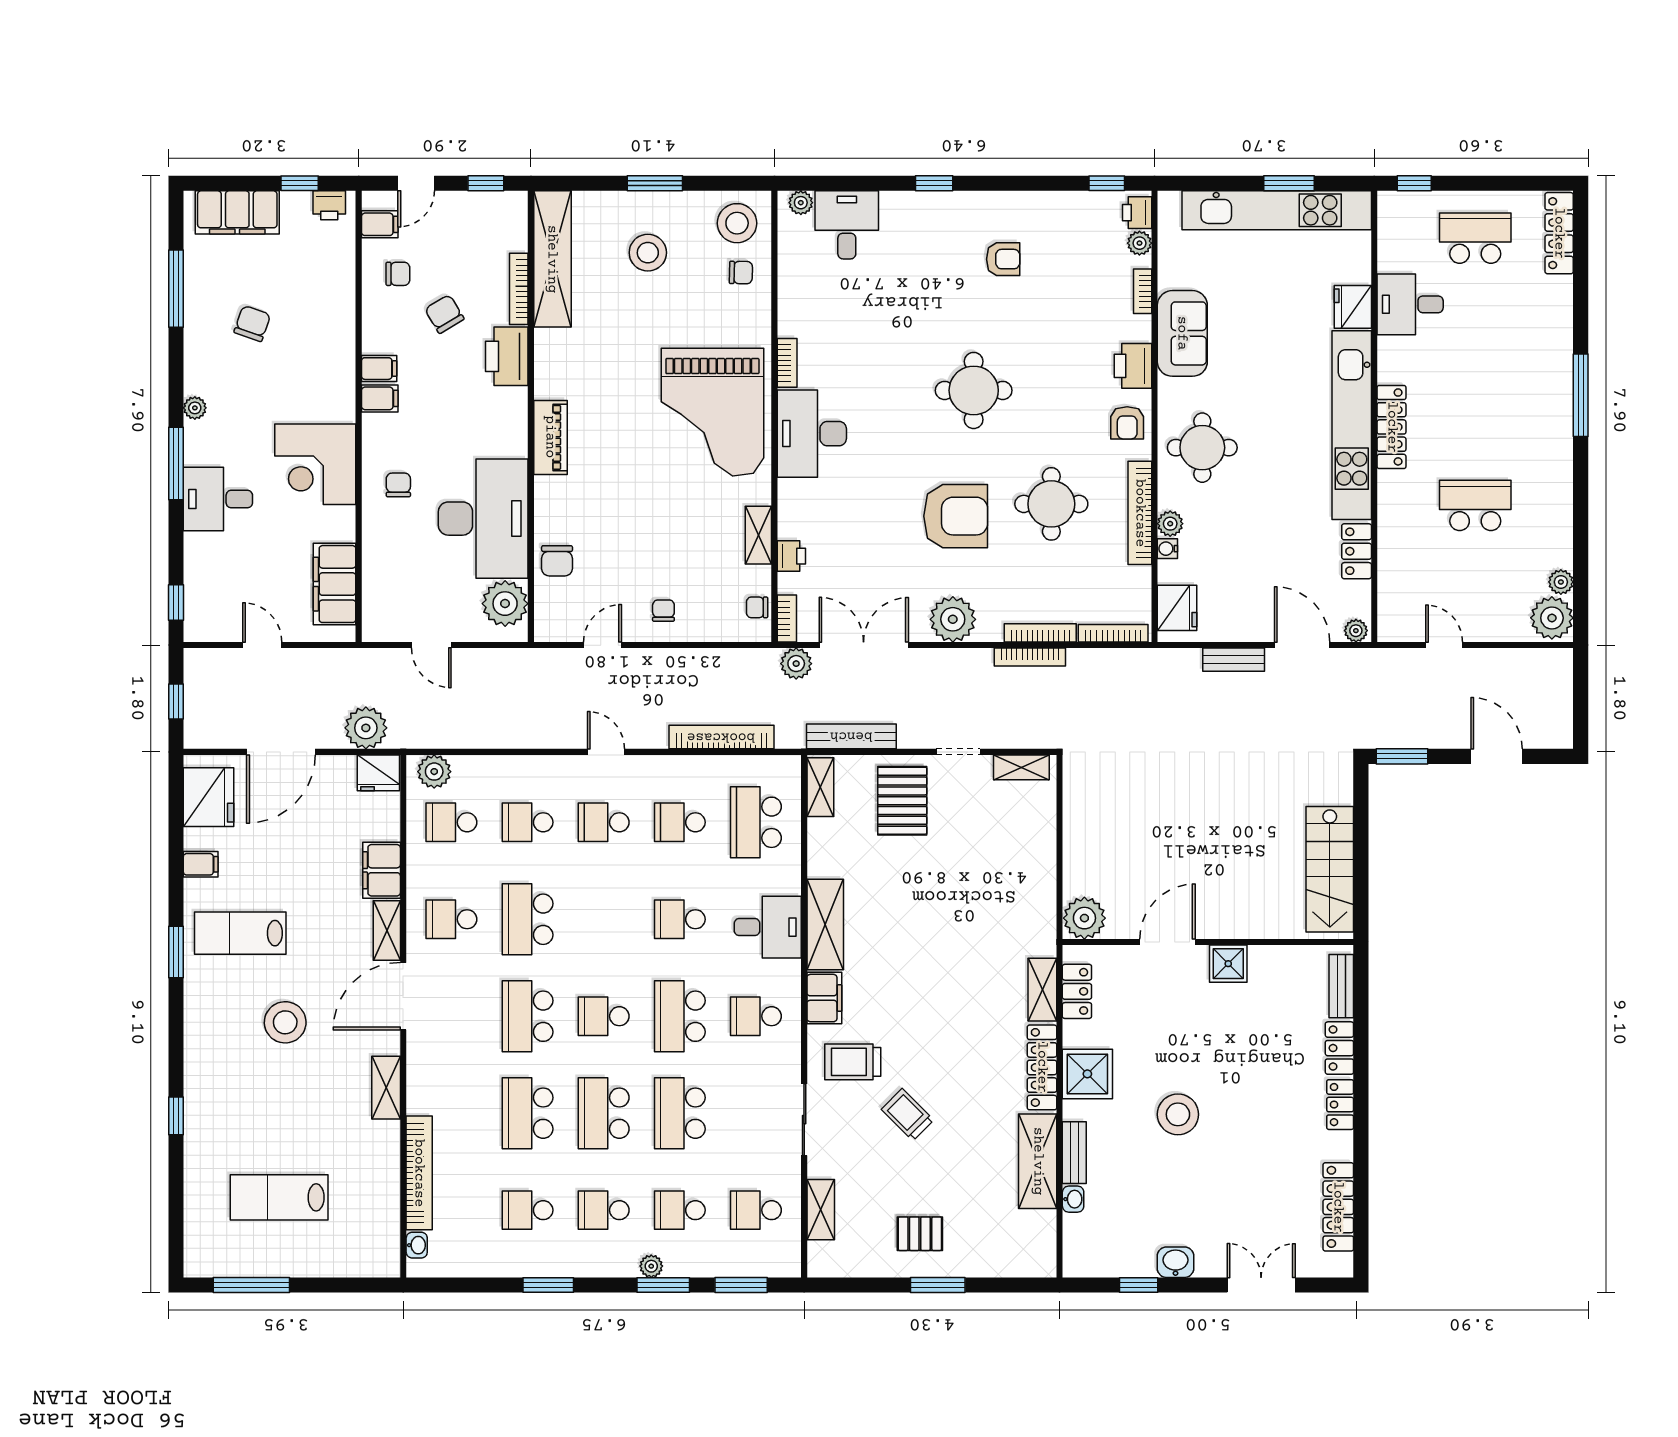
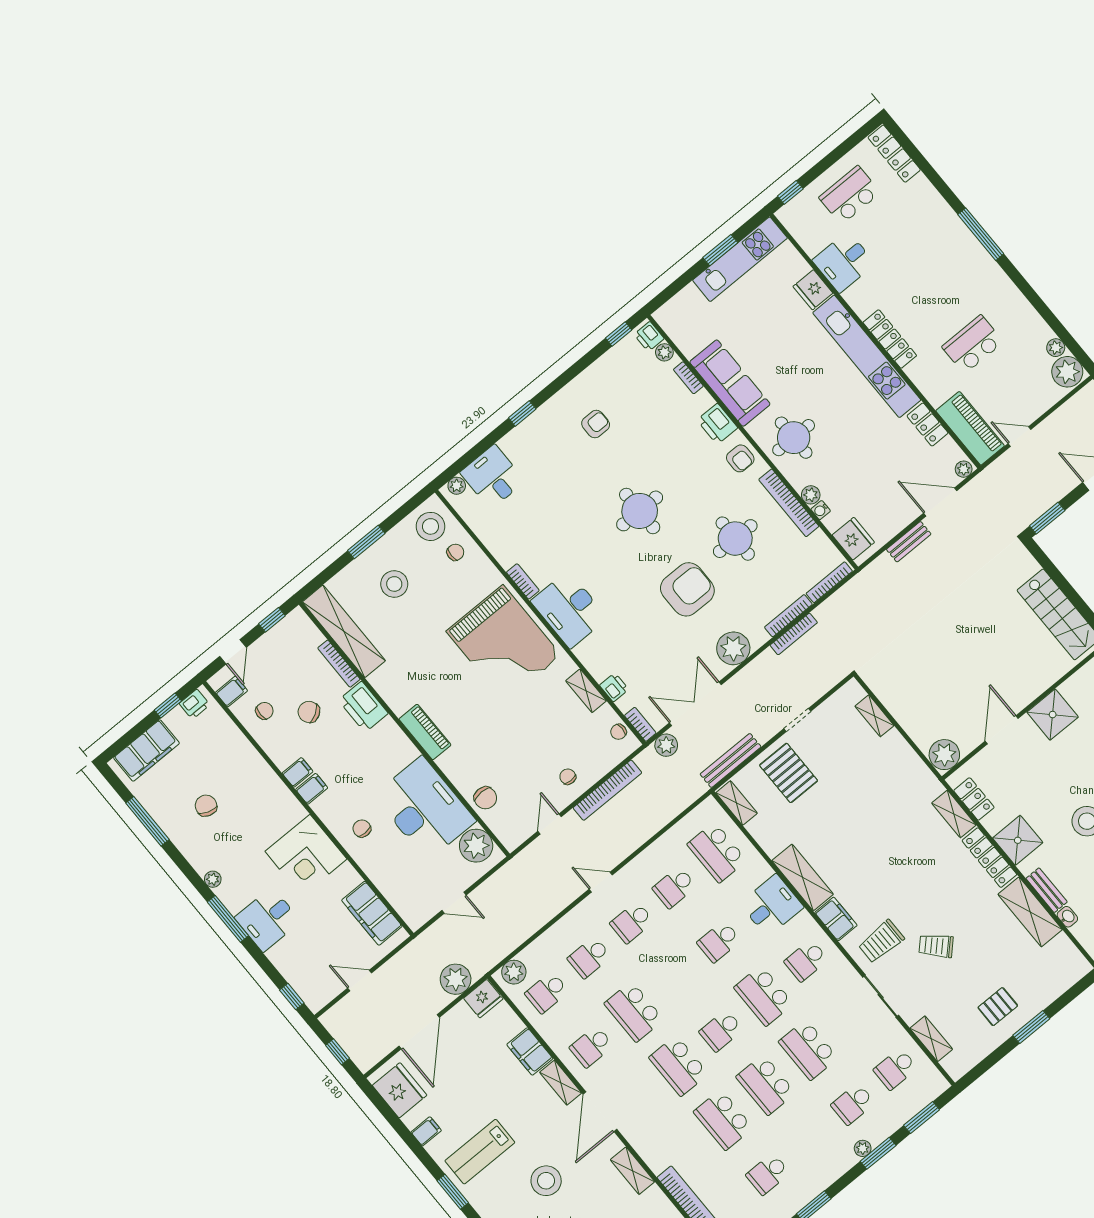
kitchen unit: (1277, 210) -> (740, 259), width x0.73
sofa: (1182, 333) -> (730, 383), width x1.36
piano: (1399, 593) -> (970, 428), added
bookcase: (721, 737) -> (607, 790), moved, turned 180
shelving: (1021, 767) -> (874, 716), moved, turned 90
shower: (1228, 964) -> (1053, 715), width x1.36, depth x1.36
school desk: (604, 1210) -> (810, 1139), removed

